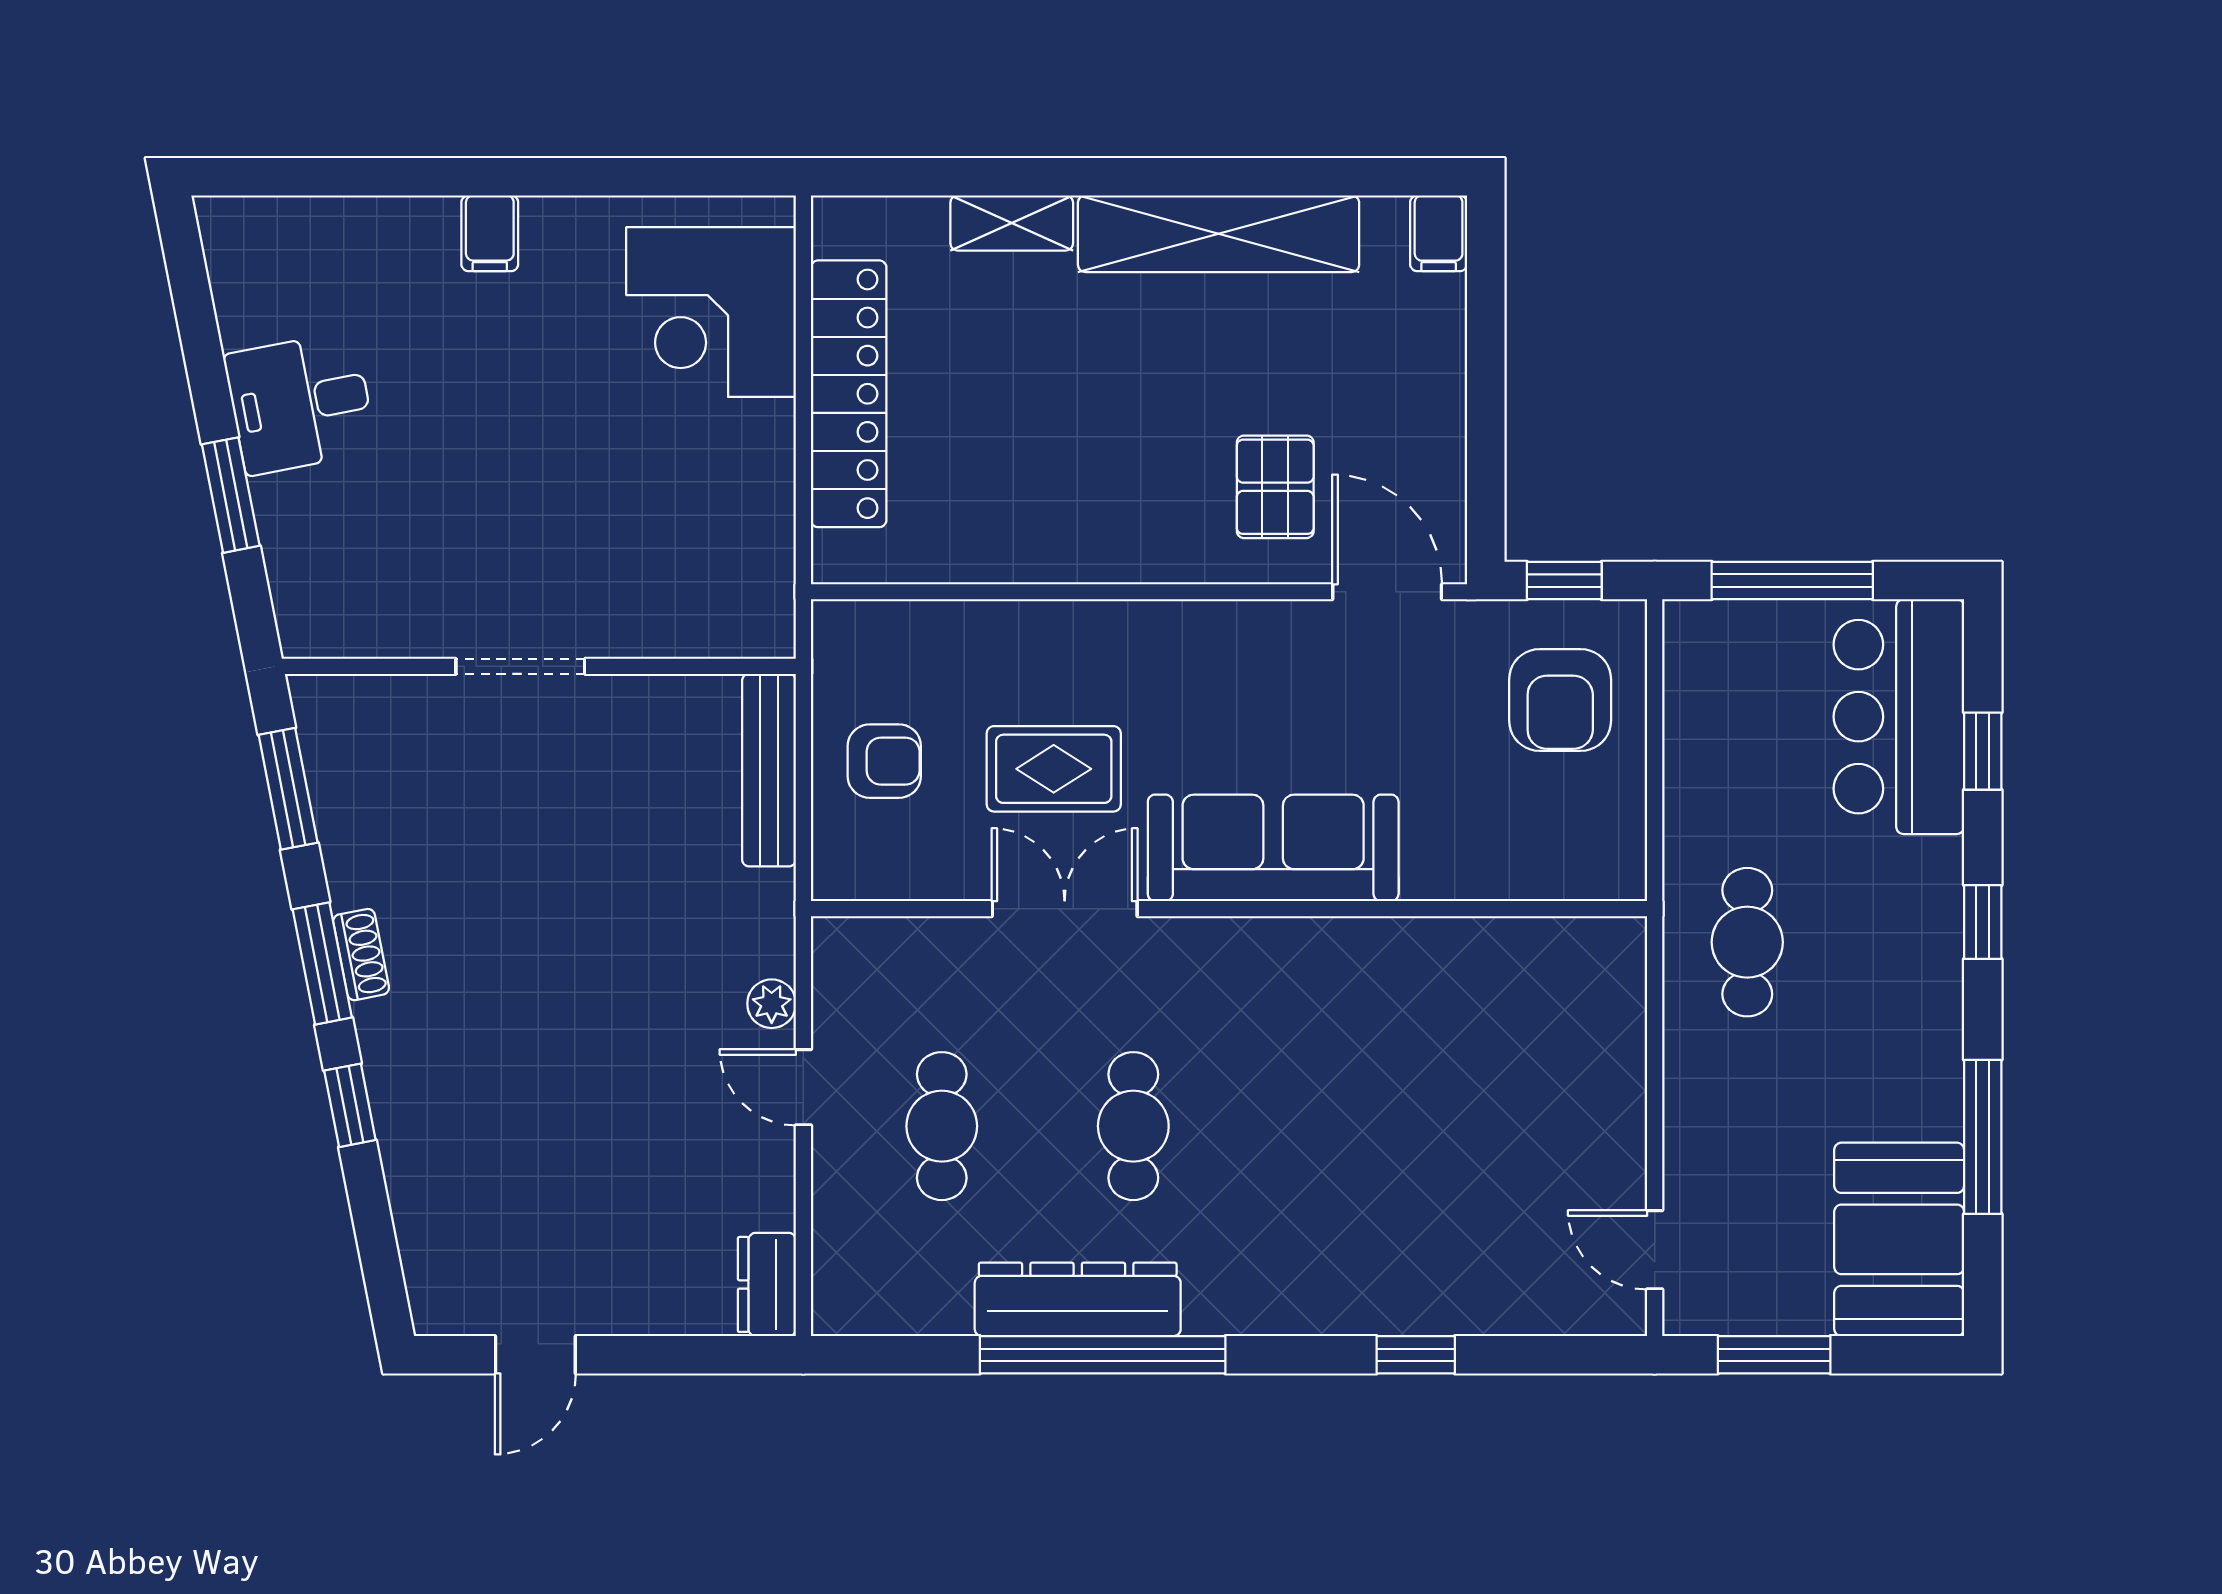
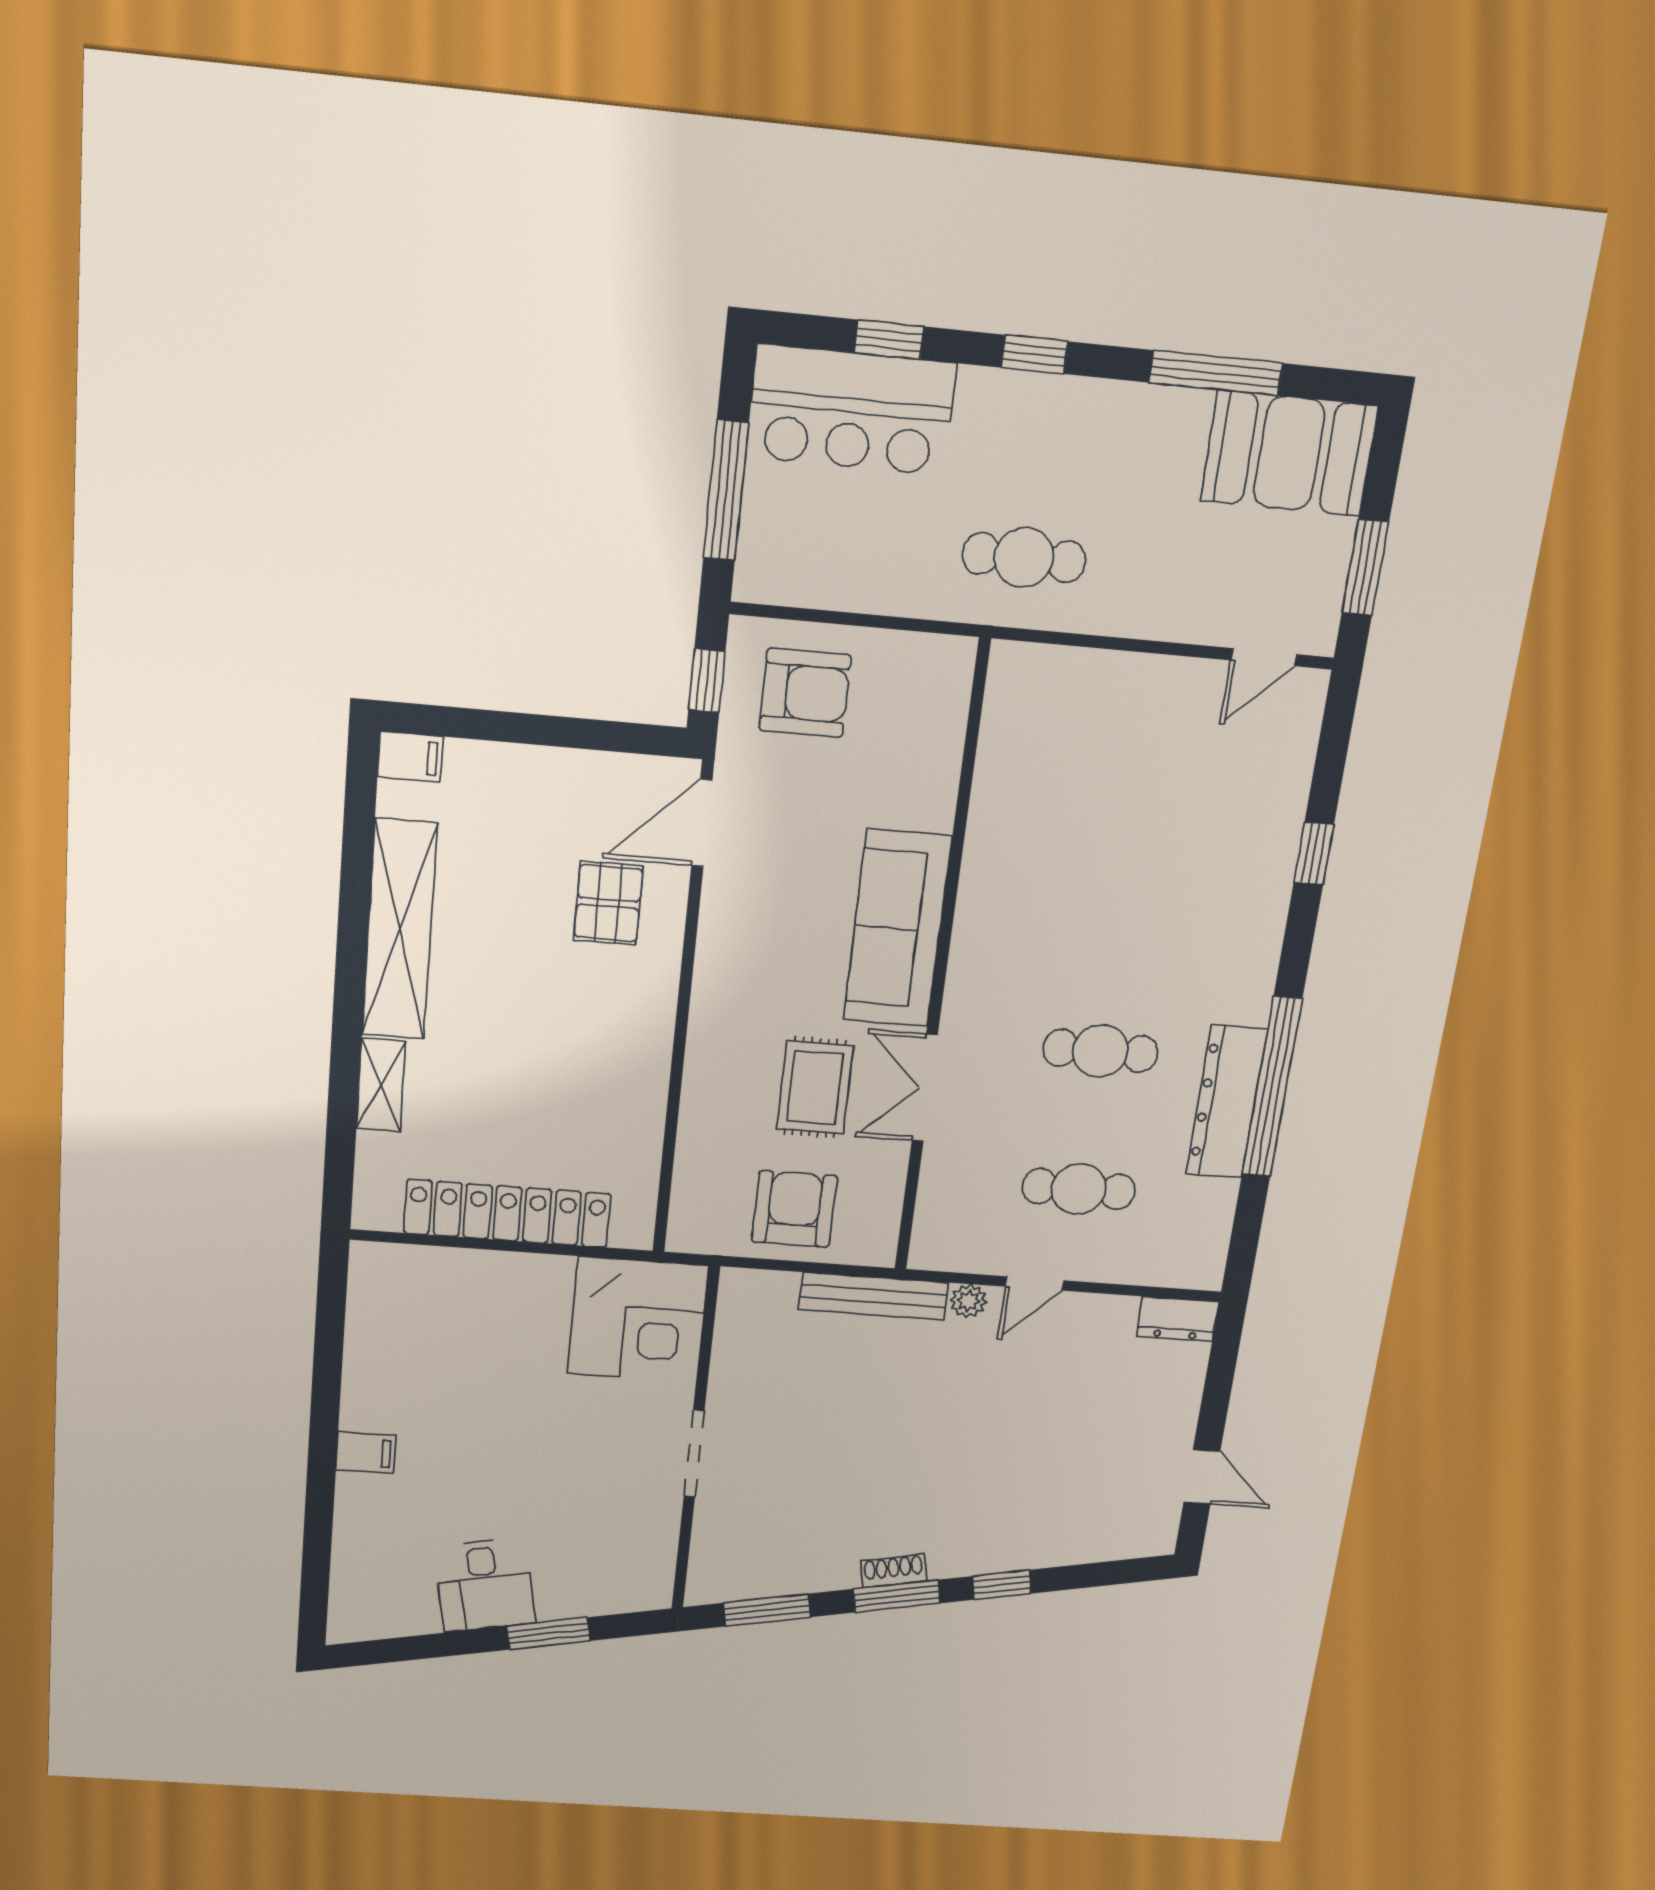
corner desk: (711, 312) -> (638, 1320), moved
pallet: (1275, 487) -> (608, 903), turned 90
armchair: (884, 761) -> (794, 1209), width x1.38, depth x1.38
bench: (769, 770) -> (873, 1296), moved

